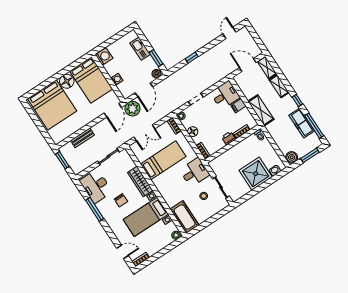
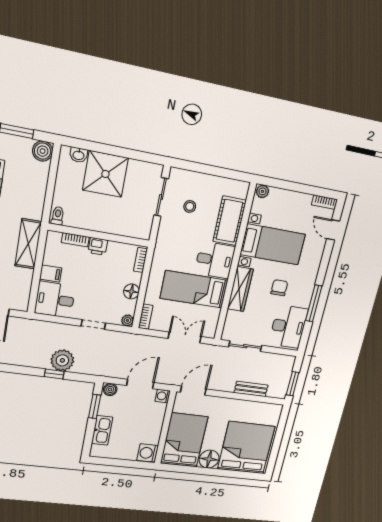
washing machine: (117, 79) -> (163, 396), moved
plant: (132, 109) -> (62, 360), moved
desk: (195, 172) -> (215, 260), moved, turned 180
cot: (185, 217) -> (230, 221), moved

